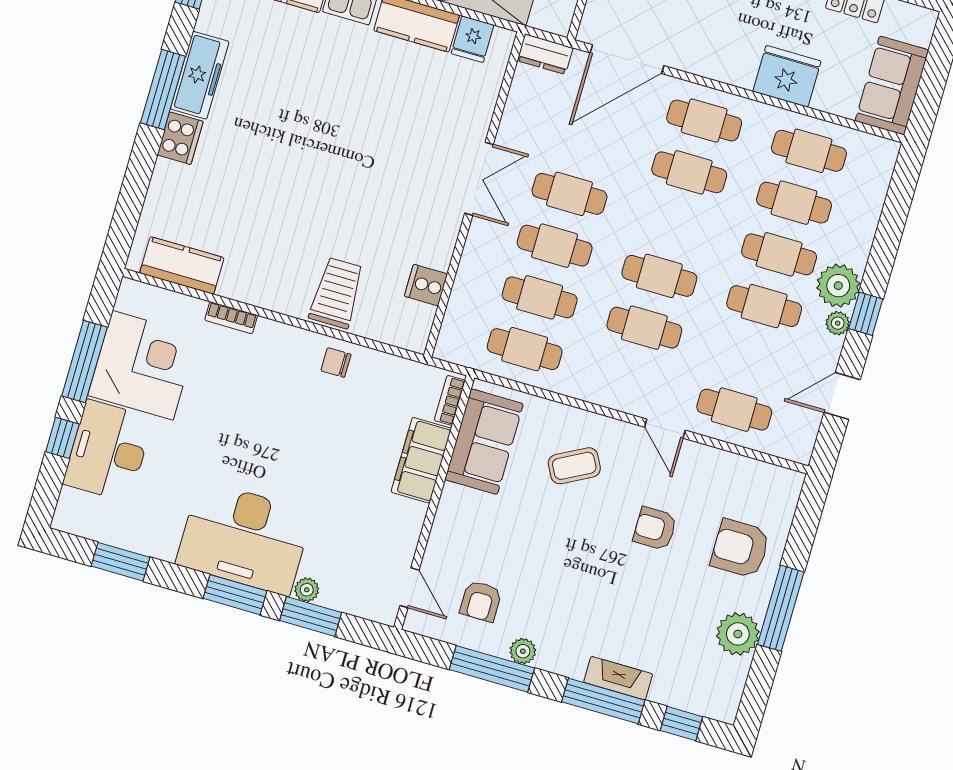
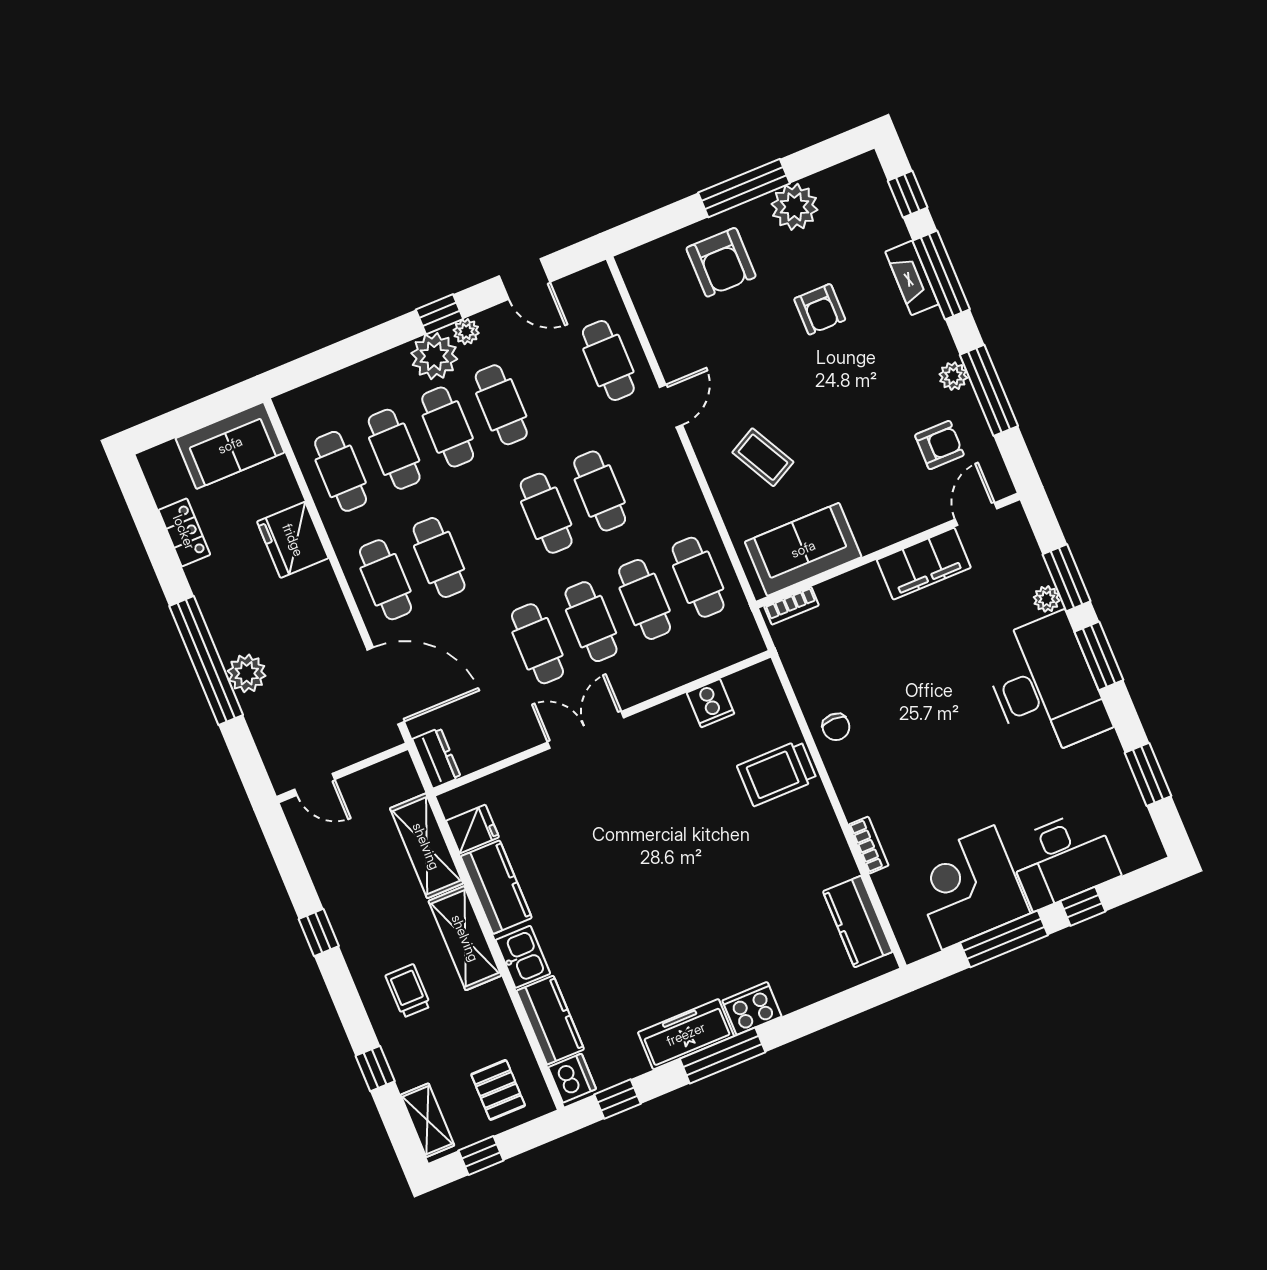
filing cabinet: (421, 460) -> (924, 564), moved
armchair: (655, 529) -> (820, 309), moved

